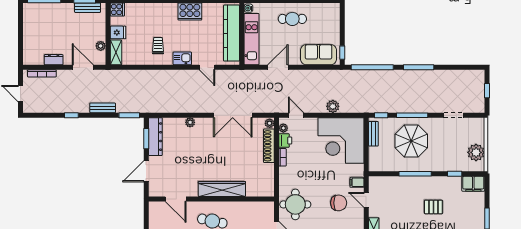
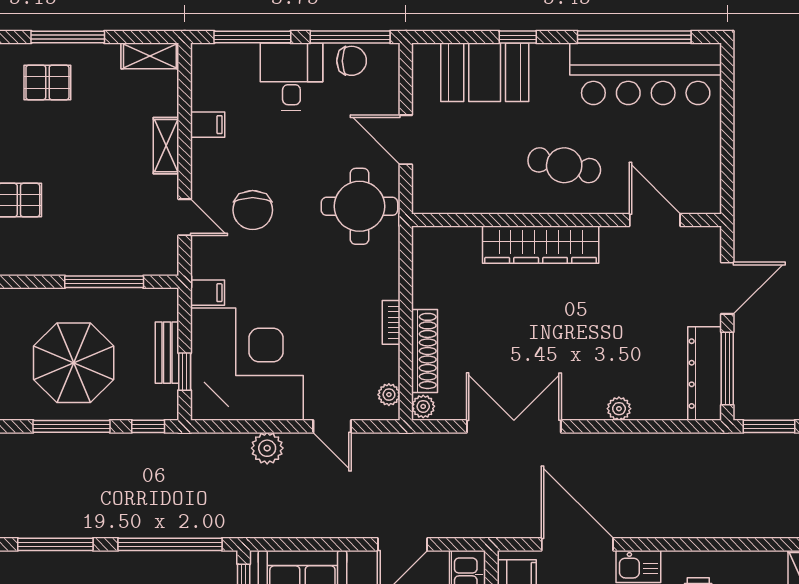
door: (207, 67) -> (577, 544), width x1.88
door: (296, 115) -> (332, 426), moved
bench: (373, 134) -> (167, 353), moved
window: (366, 137) -> (185, 372), added
window: (146, 139) -> (727, 369), width x1.44
printer: (285, 140) -> (384, 364), removed
window: (415, 174) -> (104, 282), moved
filing cabinet: (357, 182) -> (208, 293), moved
chair: (339, 203) -> (253, 210), turned -90

